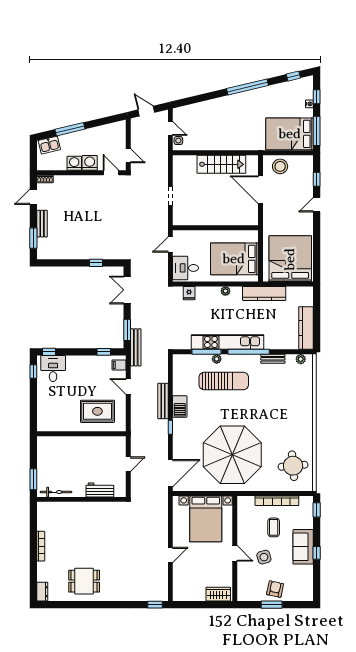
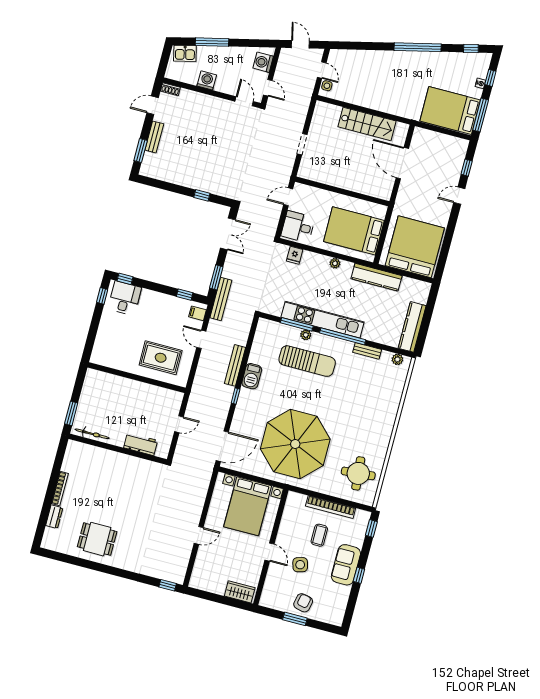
washing machine: (90, 163) -> (263, 62), moved, turned -90
stool: (280, 166) -> (430, 143), removed
double door: (127, 290) -> (228, 234), swing flipped
dresser: (42, 592) -> (54, 517), moved

